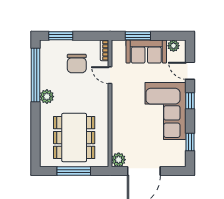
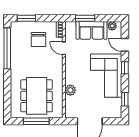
plant: (47, 97) -> (16, 65), removed
plant: (119, 160) -> (70, 90), moved

